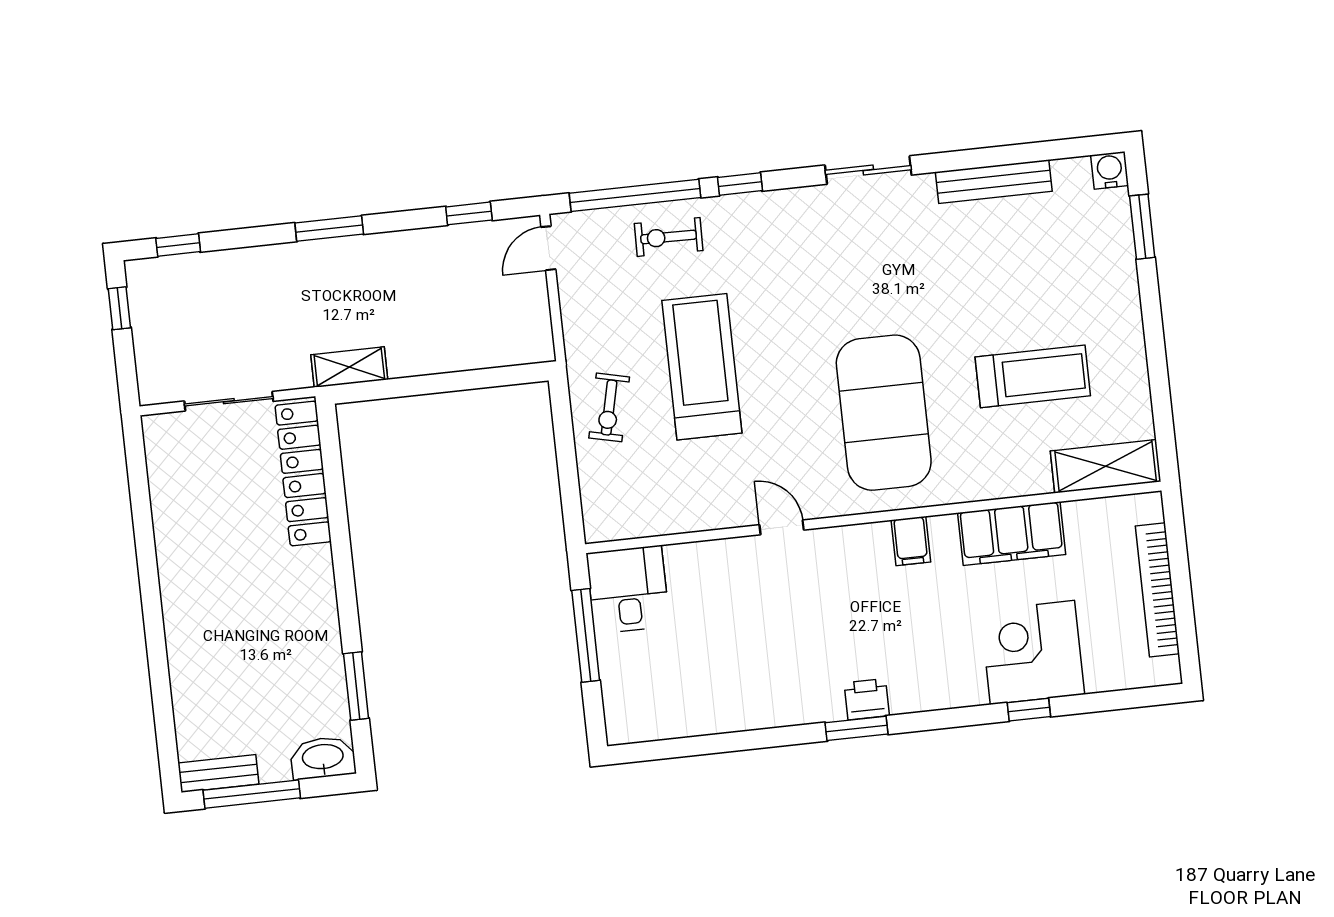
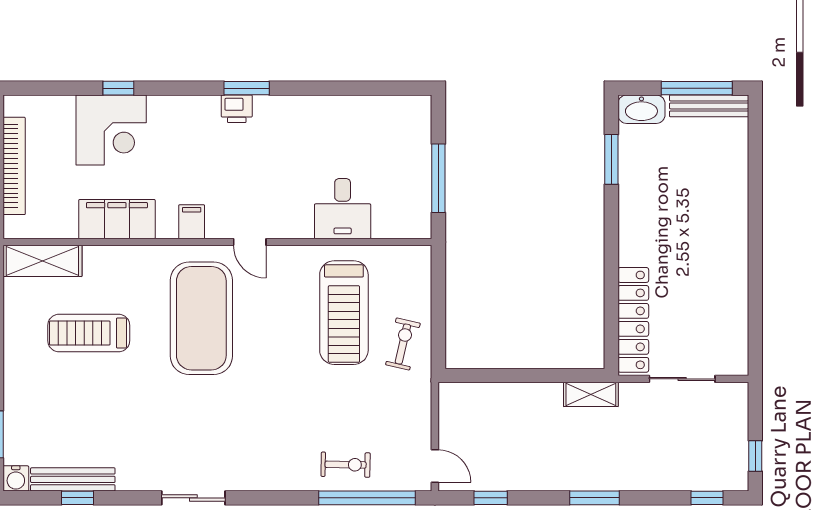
bench: (994, 182) -> (73, 479), moved
window: (740, 184) -> (78, 498), moved
door: (548, 248) -> (435, 466), hinge flipped
treadmill: (702, 367) -> (344, 313), moved
door: (782, 527) -> (250, 242), moved
desk: (628, 589) -> (343, 209), moved
bench: (218, 774) -> (709, 106), width x1.36

